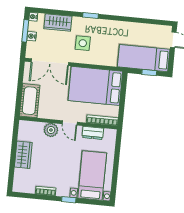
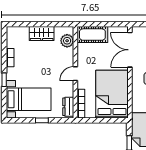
plant: (51, 130) -> (67, 41), moved
dresser: (93, 133) -> (68, 107), moved
window: (116, 164) -> (42, 120), added

